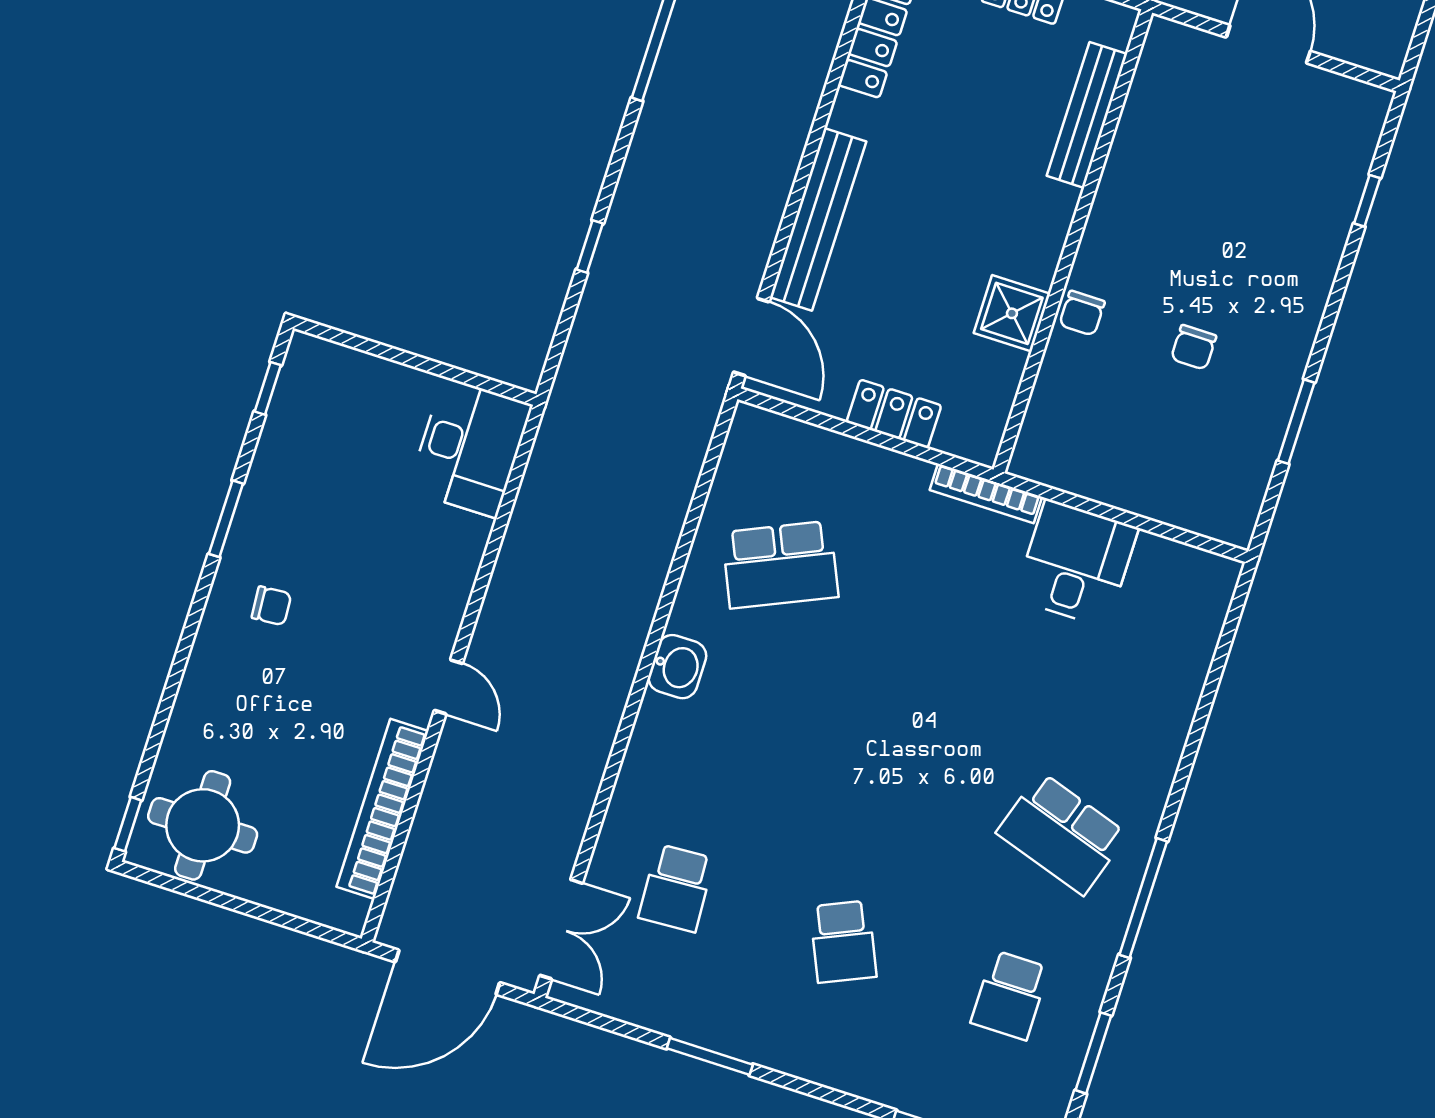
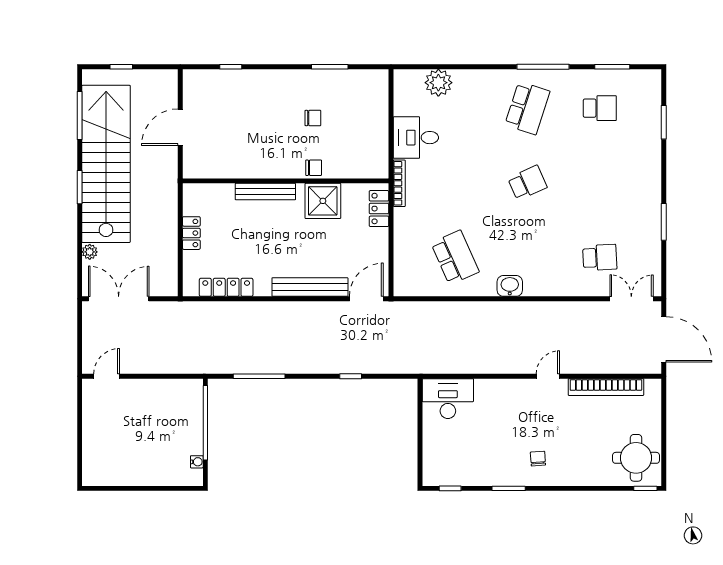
bench: (1087, 115) -> (265, 192), moved
shower: (1012, 313) -> (323, 201), width x1.36, depth x1.36
locker: (894, 414) -> (379, 209), moved
plant: (1183, 653) -> (438, 83), added
school desk: (843, 942) -> (527, 183), moved

